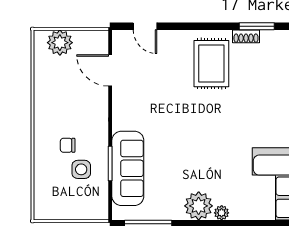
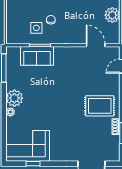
door: (110, 70) -> (96, 45), hinge flipped
sofa: (128, 168) -> (37, 56), width x0.73

